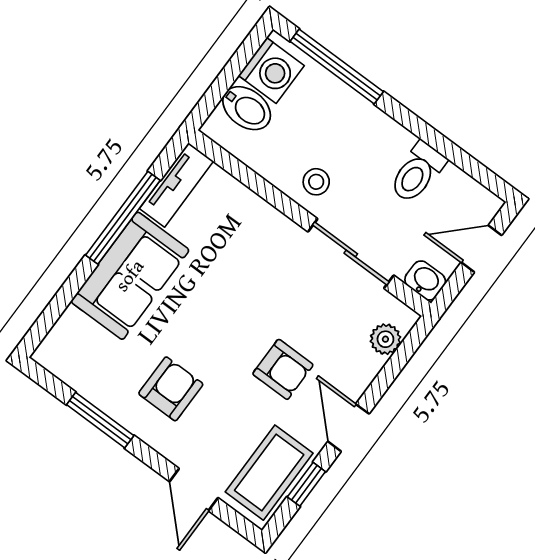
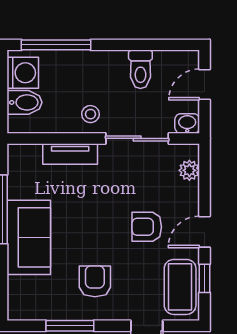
tv unit: (176, 185) -> (70, 154), moved, turned 90
armchair: (283, 369) -> (147, 227), turned 180
door: (348, 428) -> (205, 232), hinge flipped

